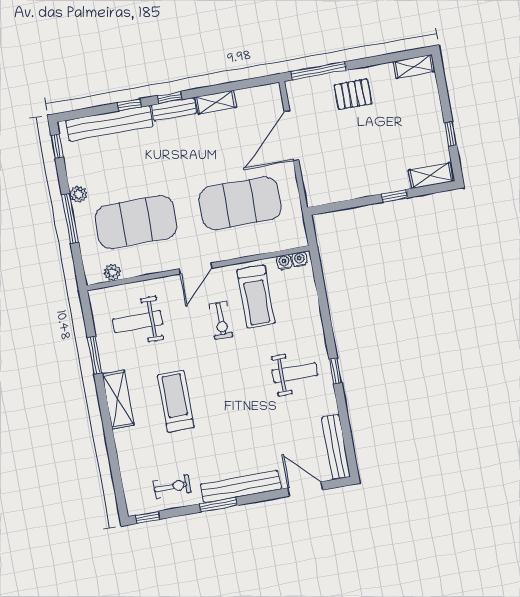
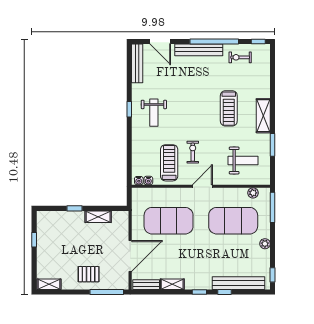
bench: (174, 109) -> (146, 285), moved
shelving: (431, 176) -> (98, 217), moved
window: (70, 218) -> (273, 207), moved
weight bench: (295, 373) -> (154, 113), turned -90
window: (218, 505) -> (214, 41), width x2.11

